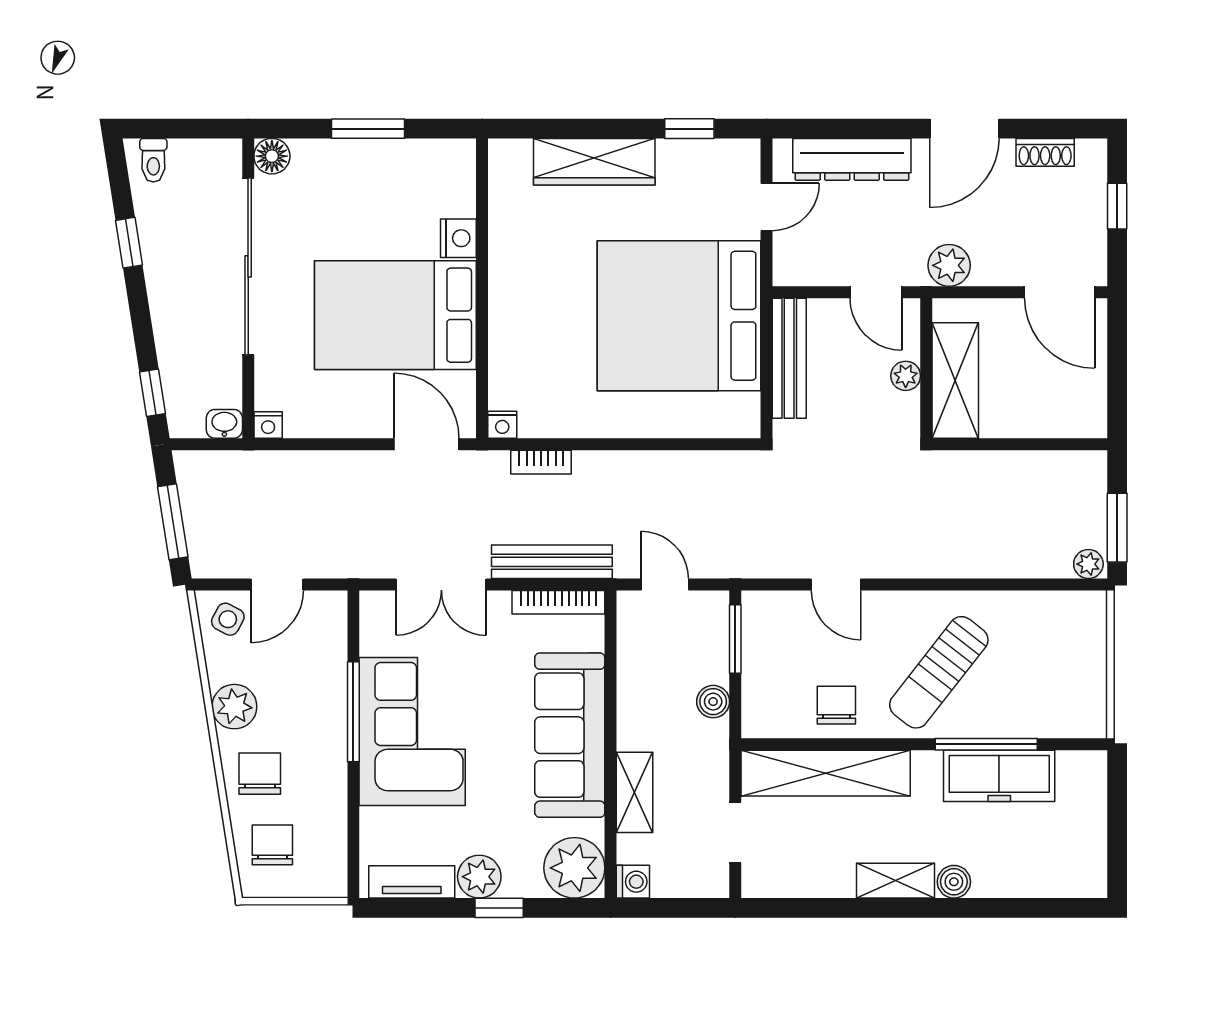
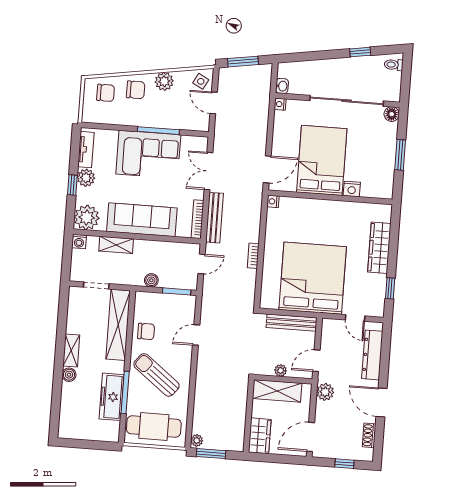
window: (153, 393) -> (297, 57), removed
wardrobe: (1066, 414) -> (260, 436), added
bookcase: (541, 462) -> (253, 256), moved
cafe table: (1063, 669) -> (154, 426), added

